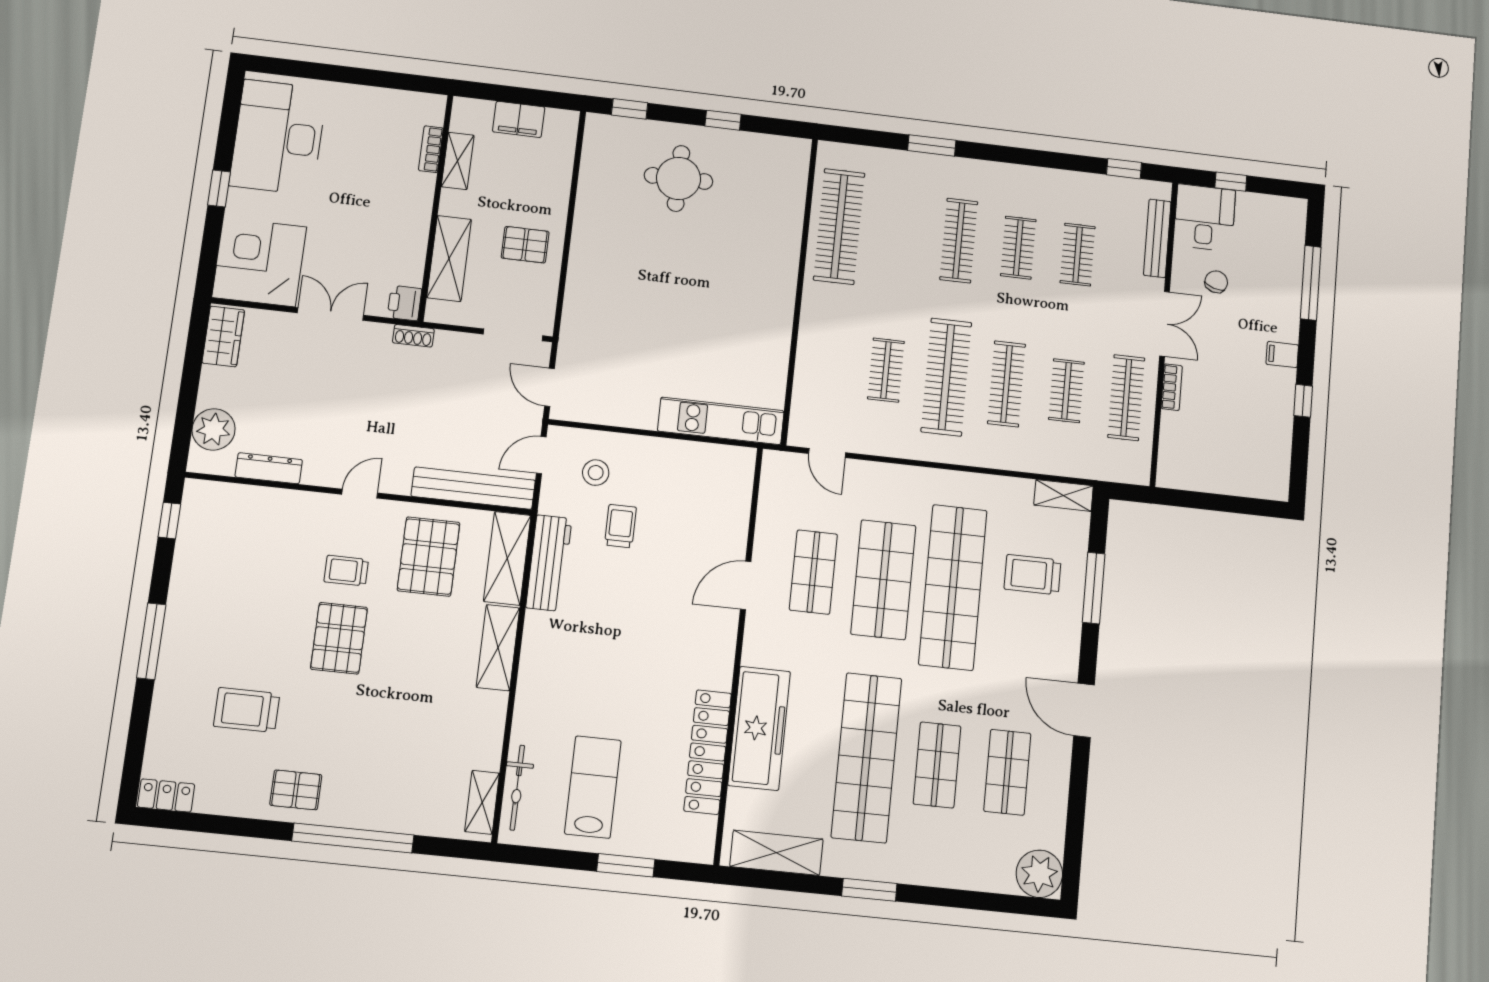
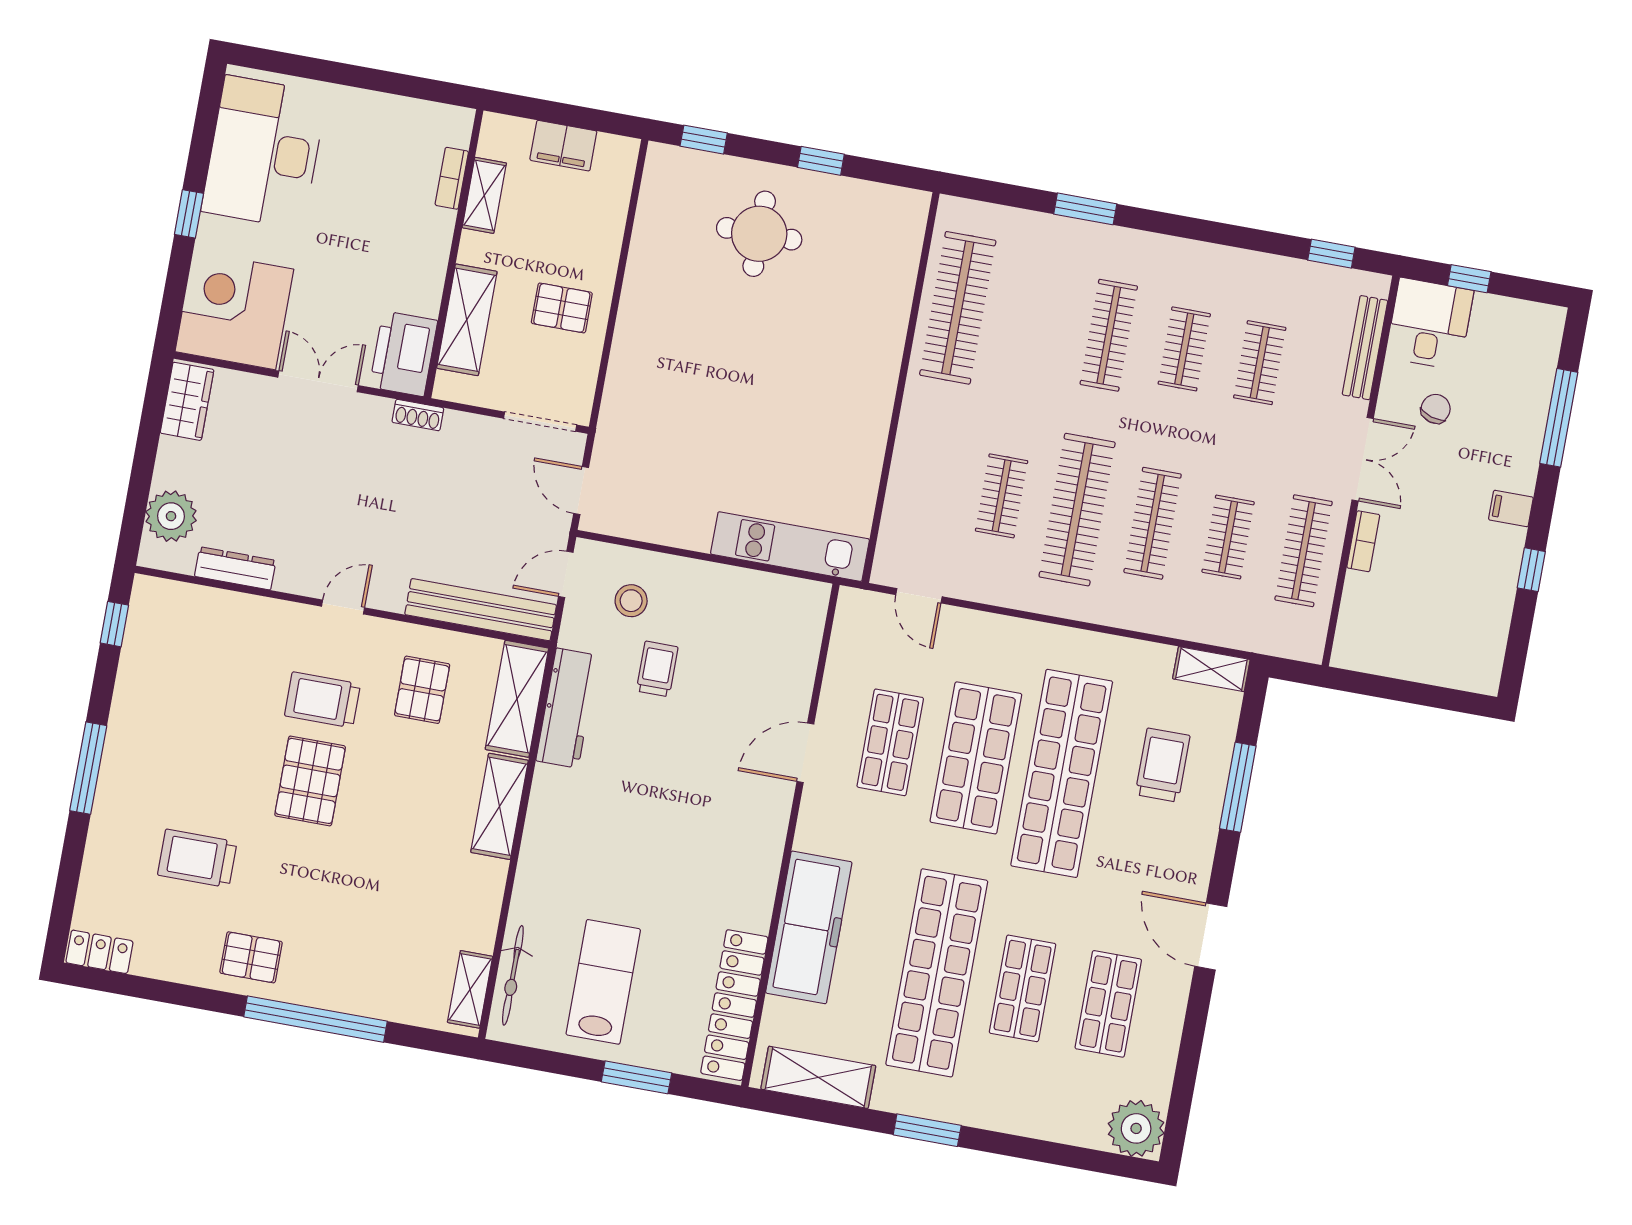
printer: (405, 303) -> (403, 354), width x1.87, depth x1.48
pallet: (429, 557) -> (422, 690), width x0.67, depth x0.71
trolley: (346, 571) -> (322, 700), width x1.36, depth x1.39
trolley: (1033, 575) -> (1163, 765), turned 90
locker: (708, 752) -> (734, 1005), moved

